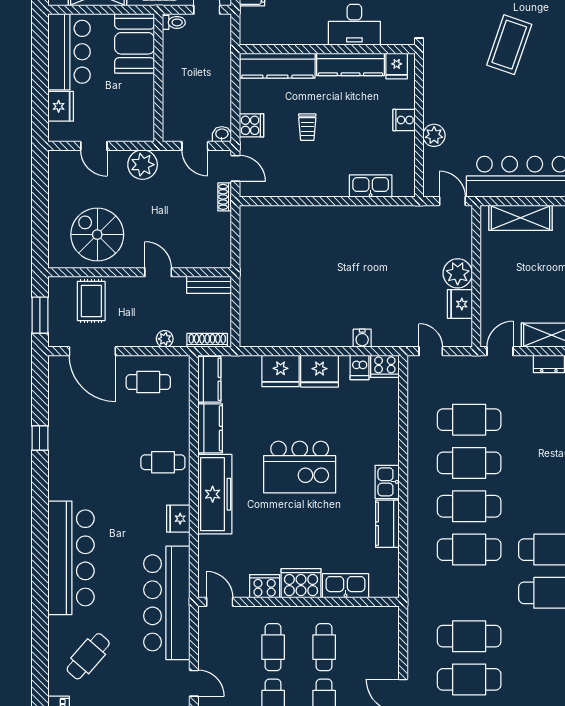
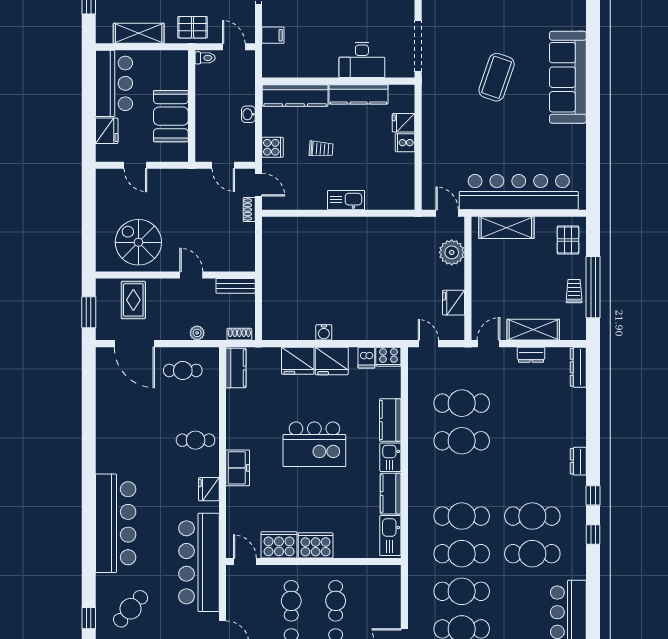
booth: (135, 43) -> (171, 116), moved
fridge: (397, 66) -> (403, 123), moved, turned 90
trolley: (307, 127) -> (321, 149), turned -86
washbasin: (222, 134) -> (248, 114), moved, turned -90
plant: (434, 135) -> (431, 156), removed
plant: (143, 165) -> (178, 181), removed
kitchen sink: (371, 186) -> (346, 200), moved
plant: (458, 273) -> (452, 252), moved
water cooler: (362, 338) -> (324, 332), moved
shoe rack: (207, 340) -> (239, 334), width x0.70
kitchen counter: (210, 428) -> (390, 420), moved, turned 180
window: (40, 438) -> (89, 618), moved
freezer: (215, 494) -> (238, 468), width x0.52, depth x0.79
cafe table: (469, 506) -> (462, 554), moved
cooker: (265, 586) -> (279, 545), width x1.37, depth x1.31
kitchen sink: (346, 586) -> (390, 536), moved, turned -90

